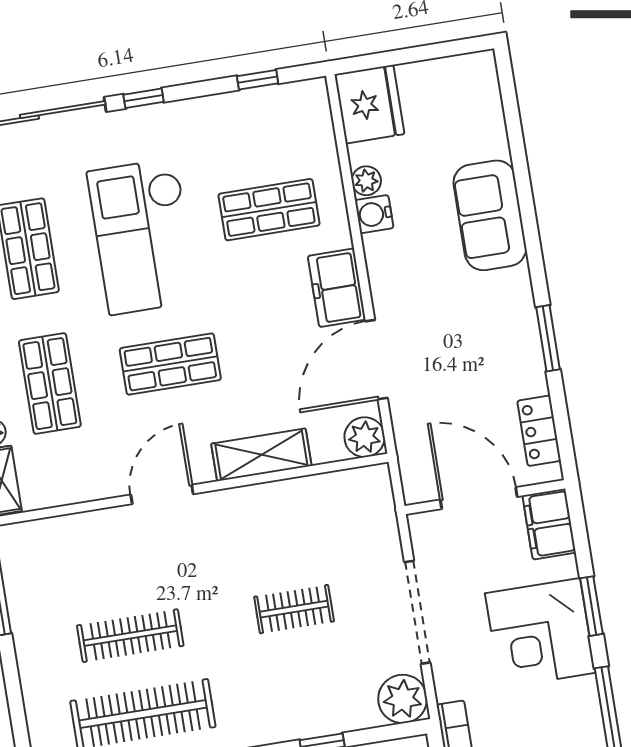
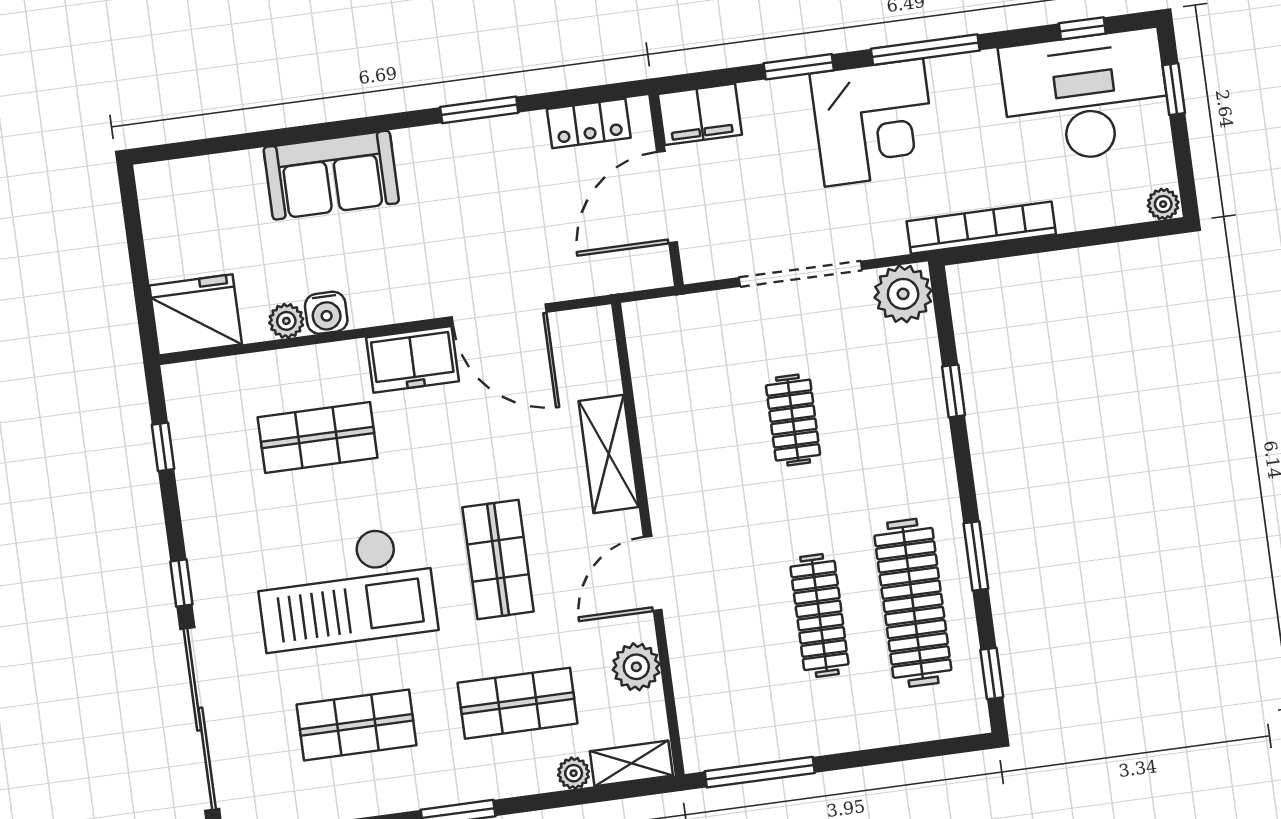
shop shelf: (269, 210) -> (318, 437), turned 90
plant: (365, 437) -> (636, 667), moved
door: (162, 494) -> (653, 573), hinge flipped
corner desk: (540, 633) -> (874, 122), moved

